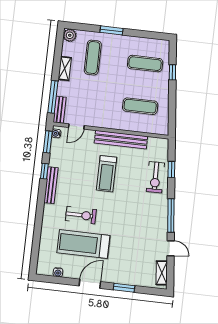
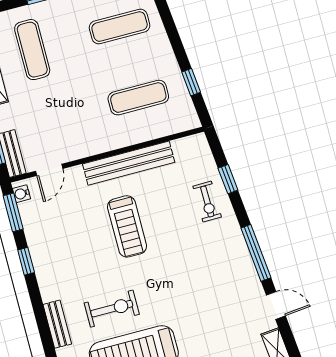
window: (172, 72) -> (191, 82), moved
exercise bike: (155, 177) -> (207, 202), width x0.73, depth x0.72
bench: (51, 185) -> (57, 324), moved, width x0.73

